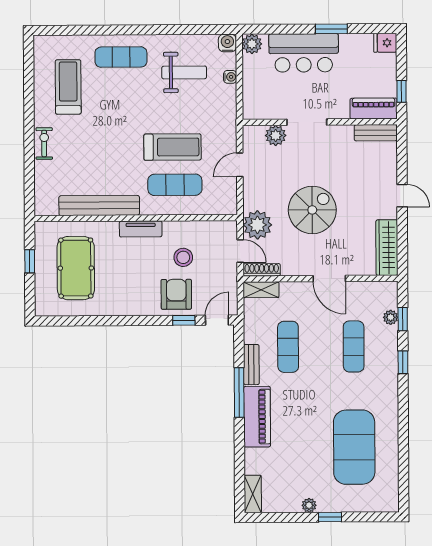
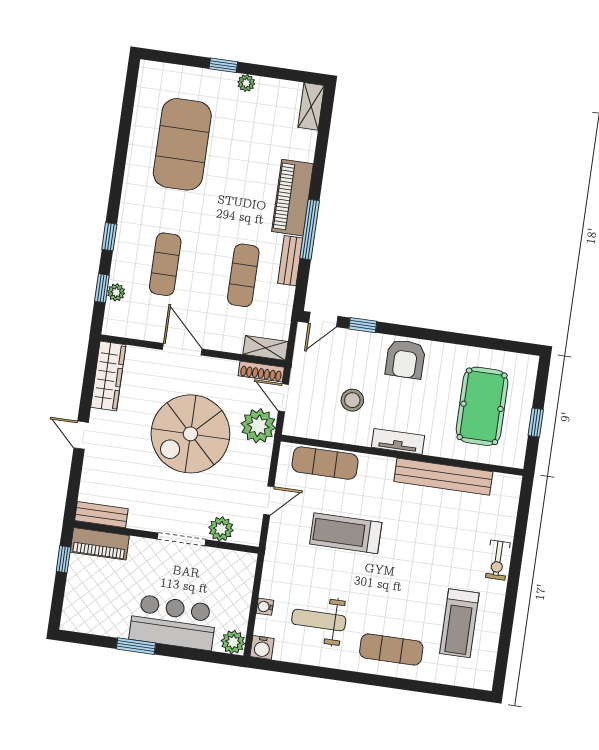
fridge: (385, 43) -> (74, 620), removed
exercise mat: (175, 185) -> (325, 463), moved
spiral stairs: (312, 210) -> (190, 434), width x1.37, depth x1.37
armchair: (176, 294) -> (405, 359), moved

